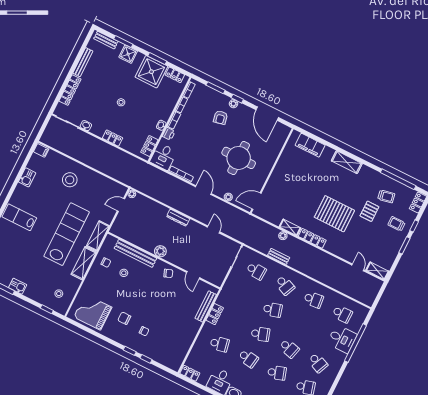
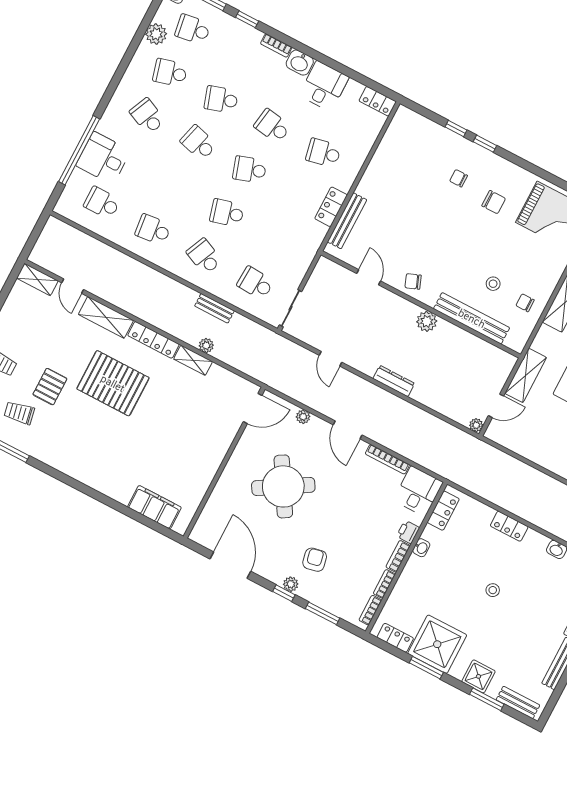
round table: (239, 158) -> (283, 486), turned -31
shelving: (347, 162) -> (106, 317), moved
shelving: (98, 236) -> (526, 375), moved

